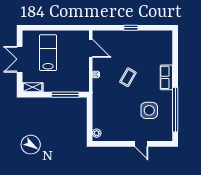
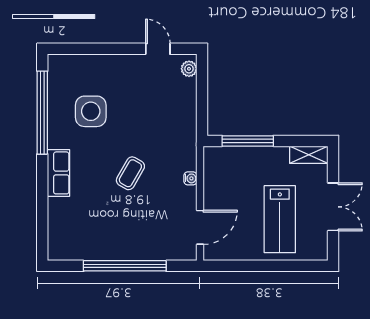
window: (131, 28) -> (125, 266), width x3.17
door: (91, 48) -> (200, 227), swing flipped
door: (141, 144) -> (158, 49), moved

